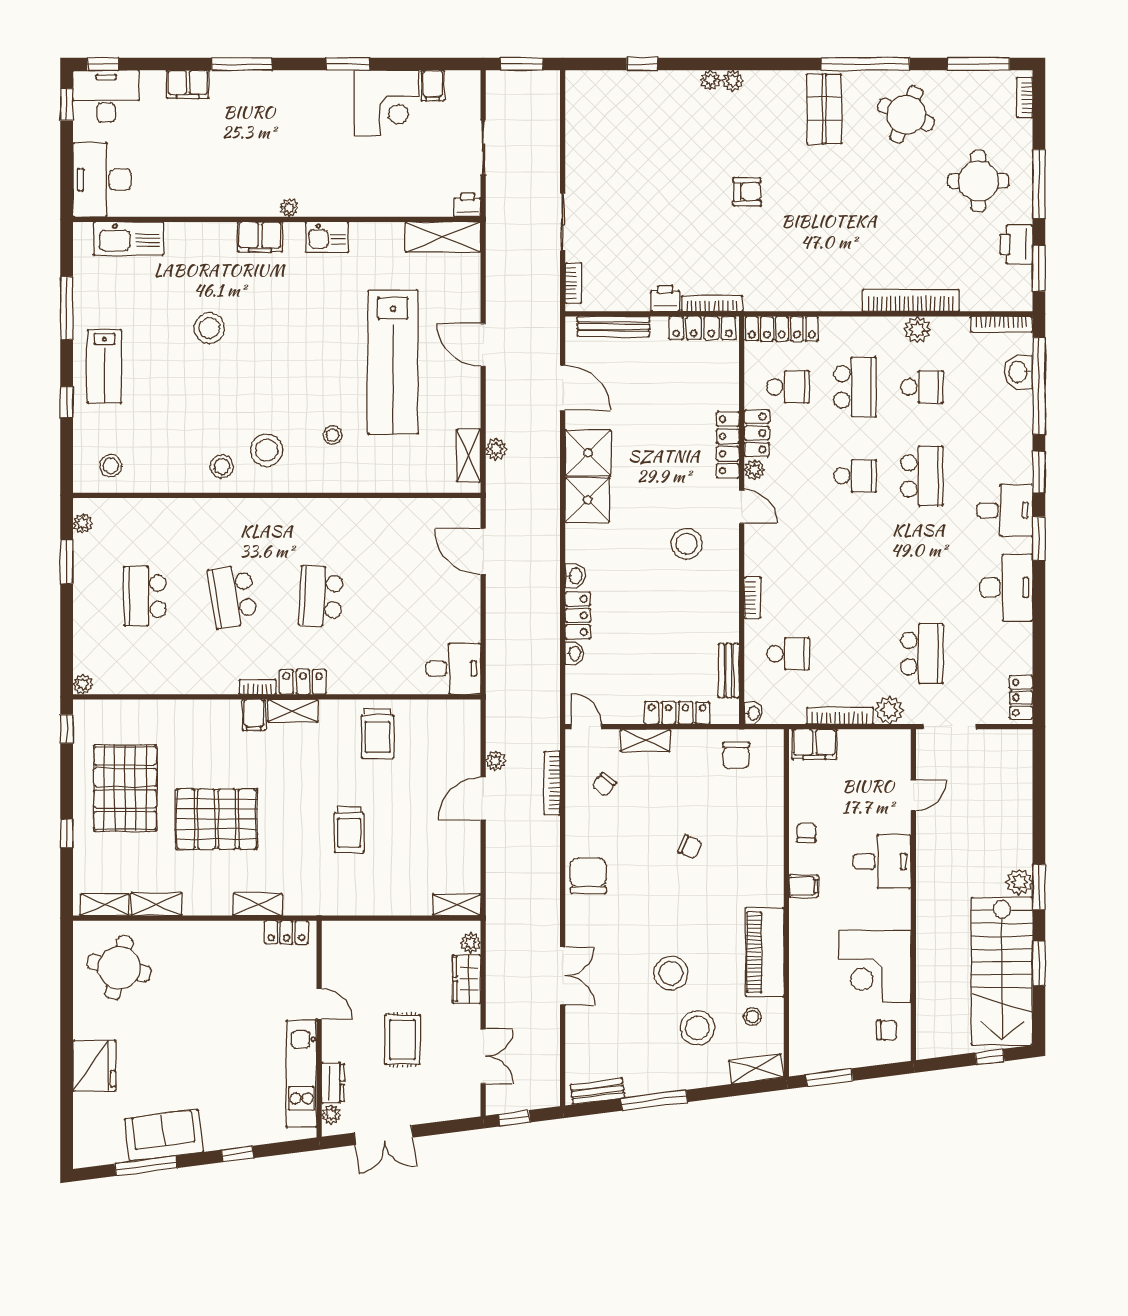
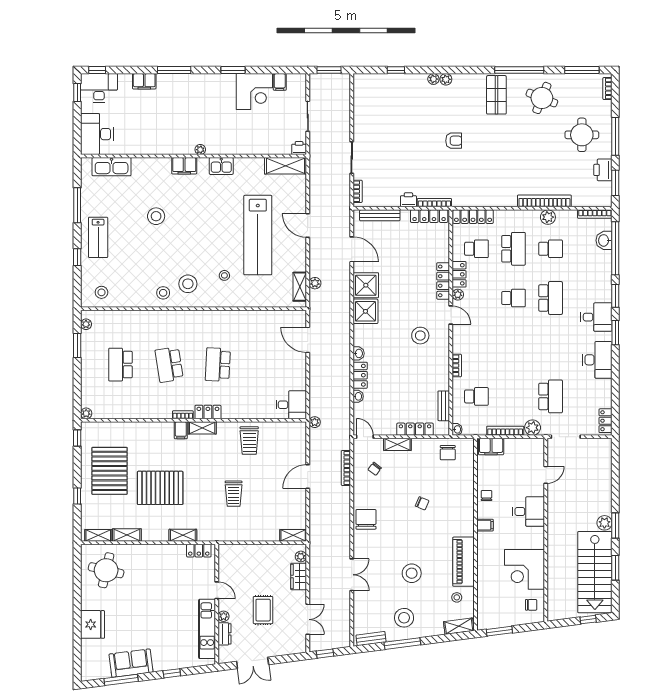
plant: (496, 761) -> (315, 422), moved
stool: (697, 1028) -> (404, 618), moved
plant: (331, 1115) -> (224, 616), moved

